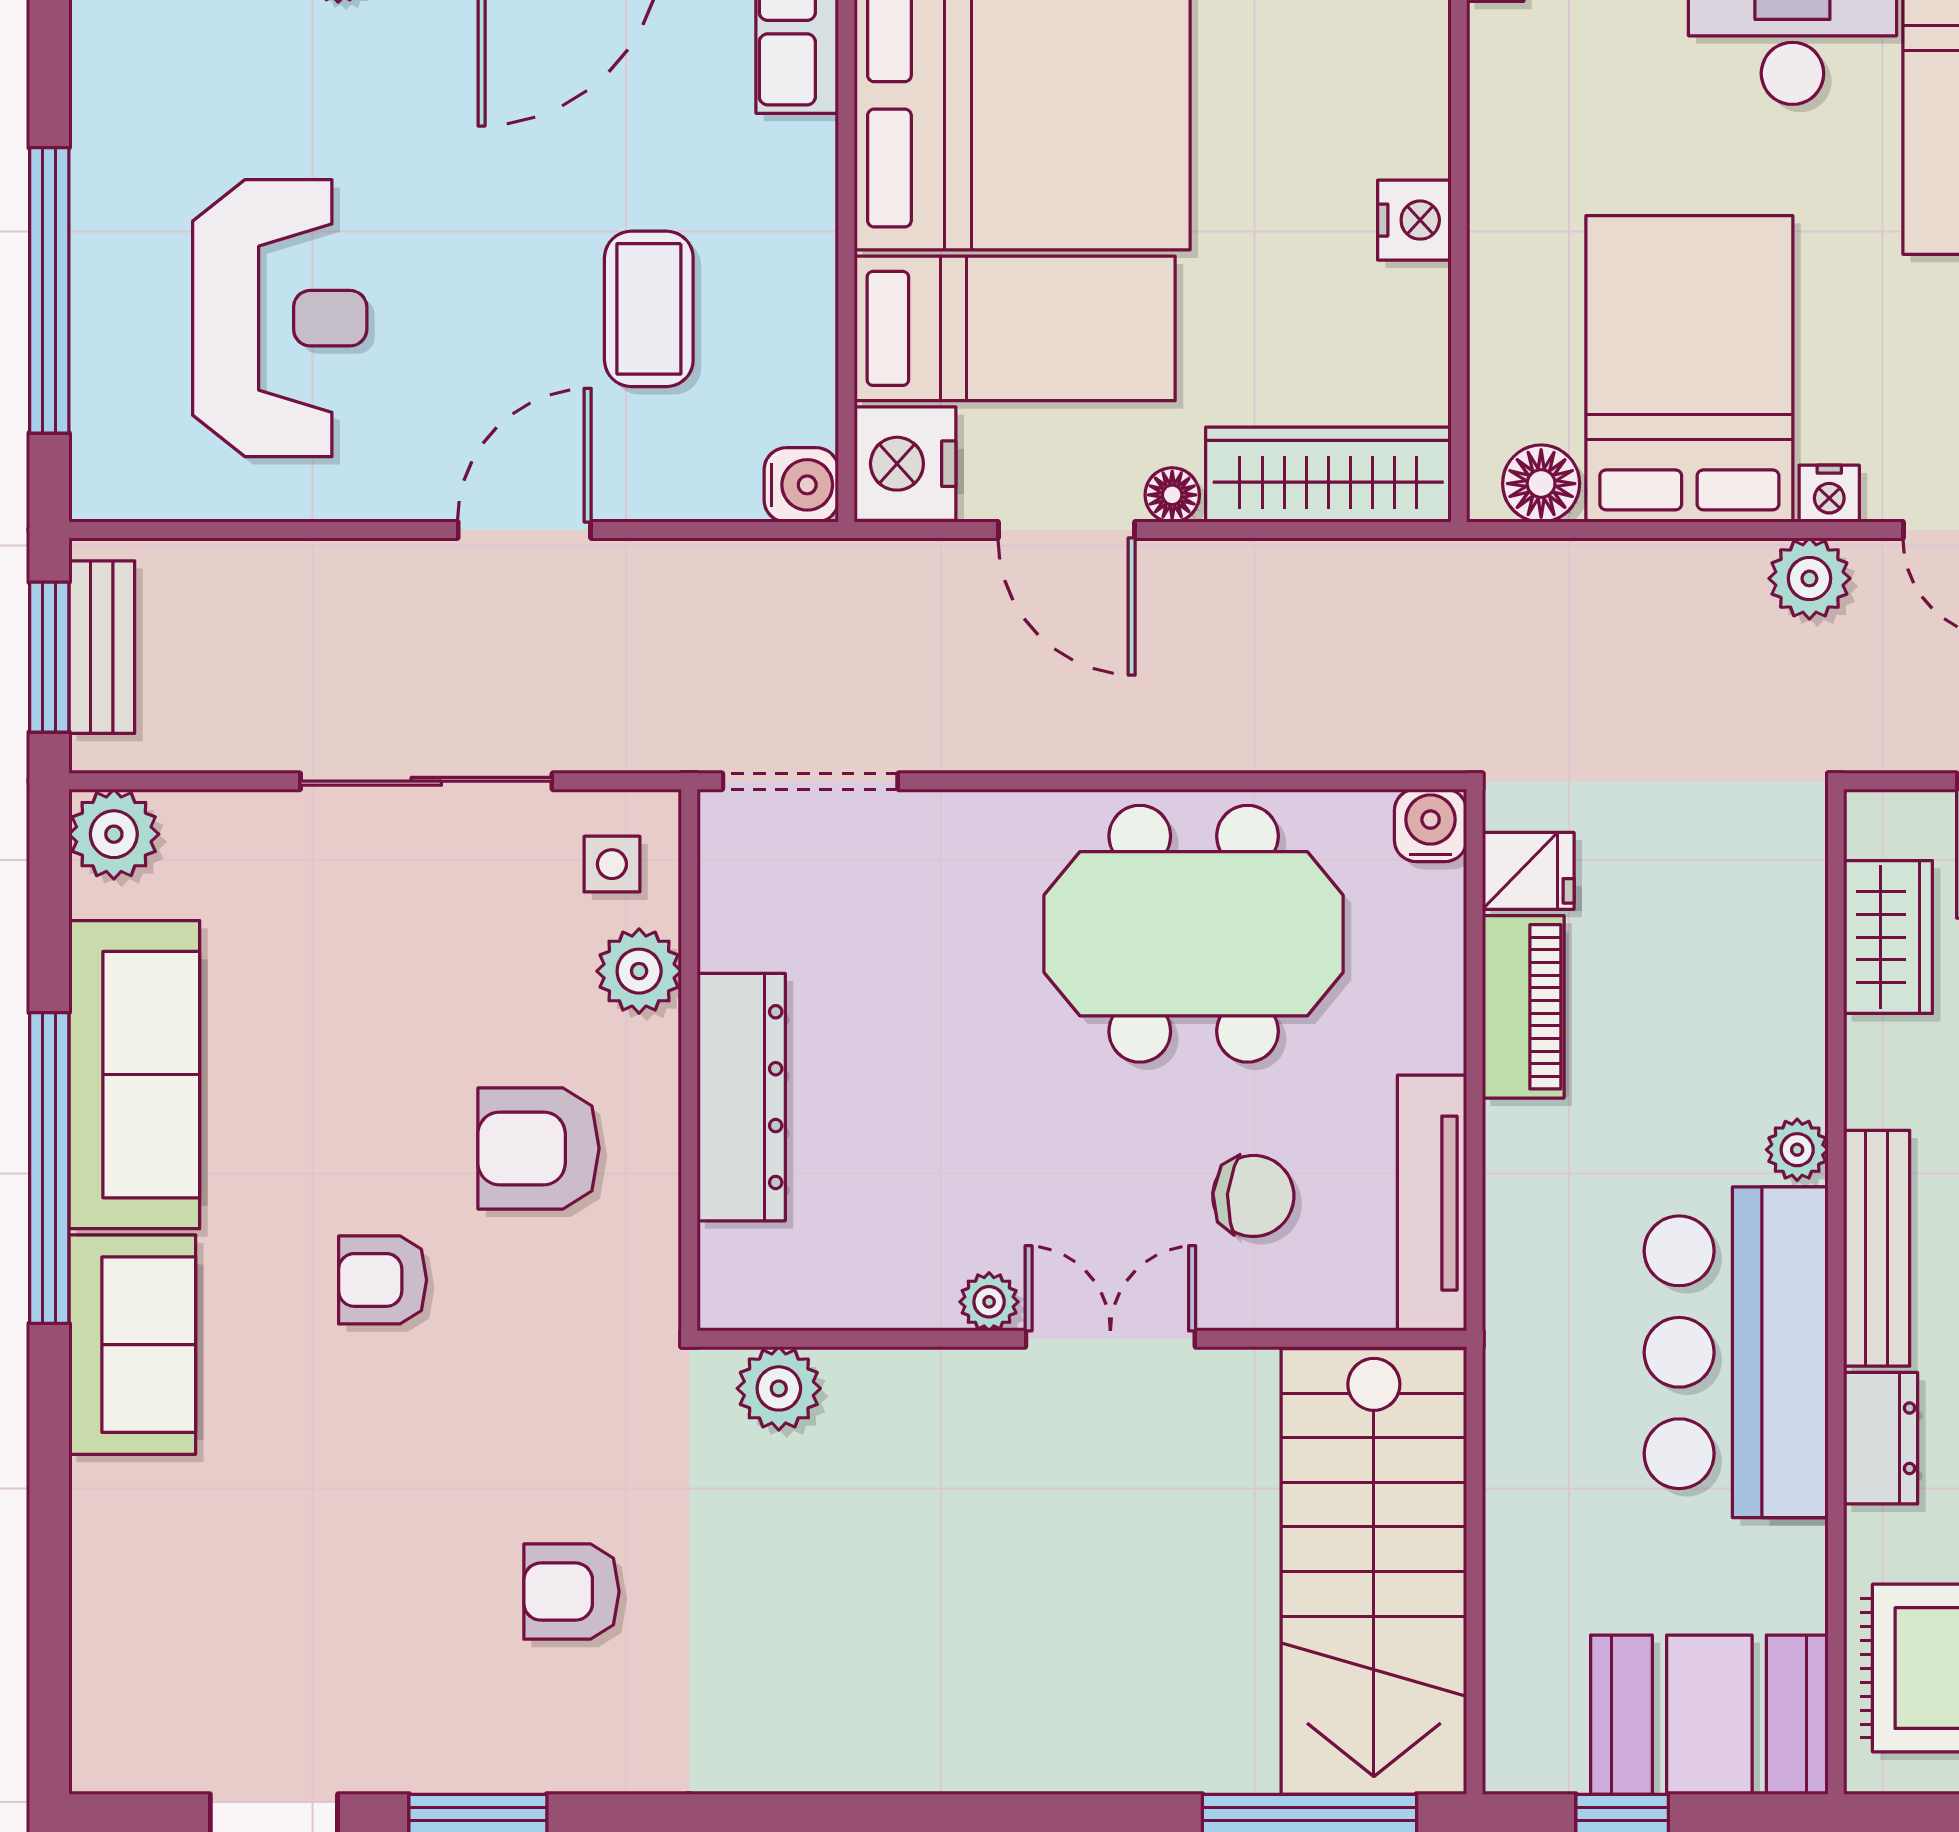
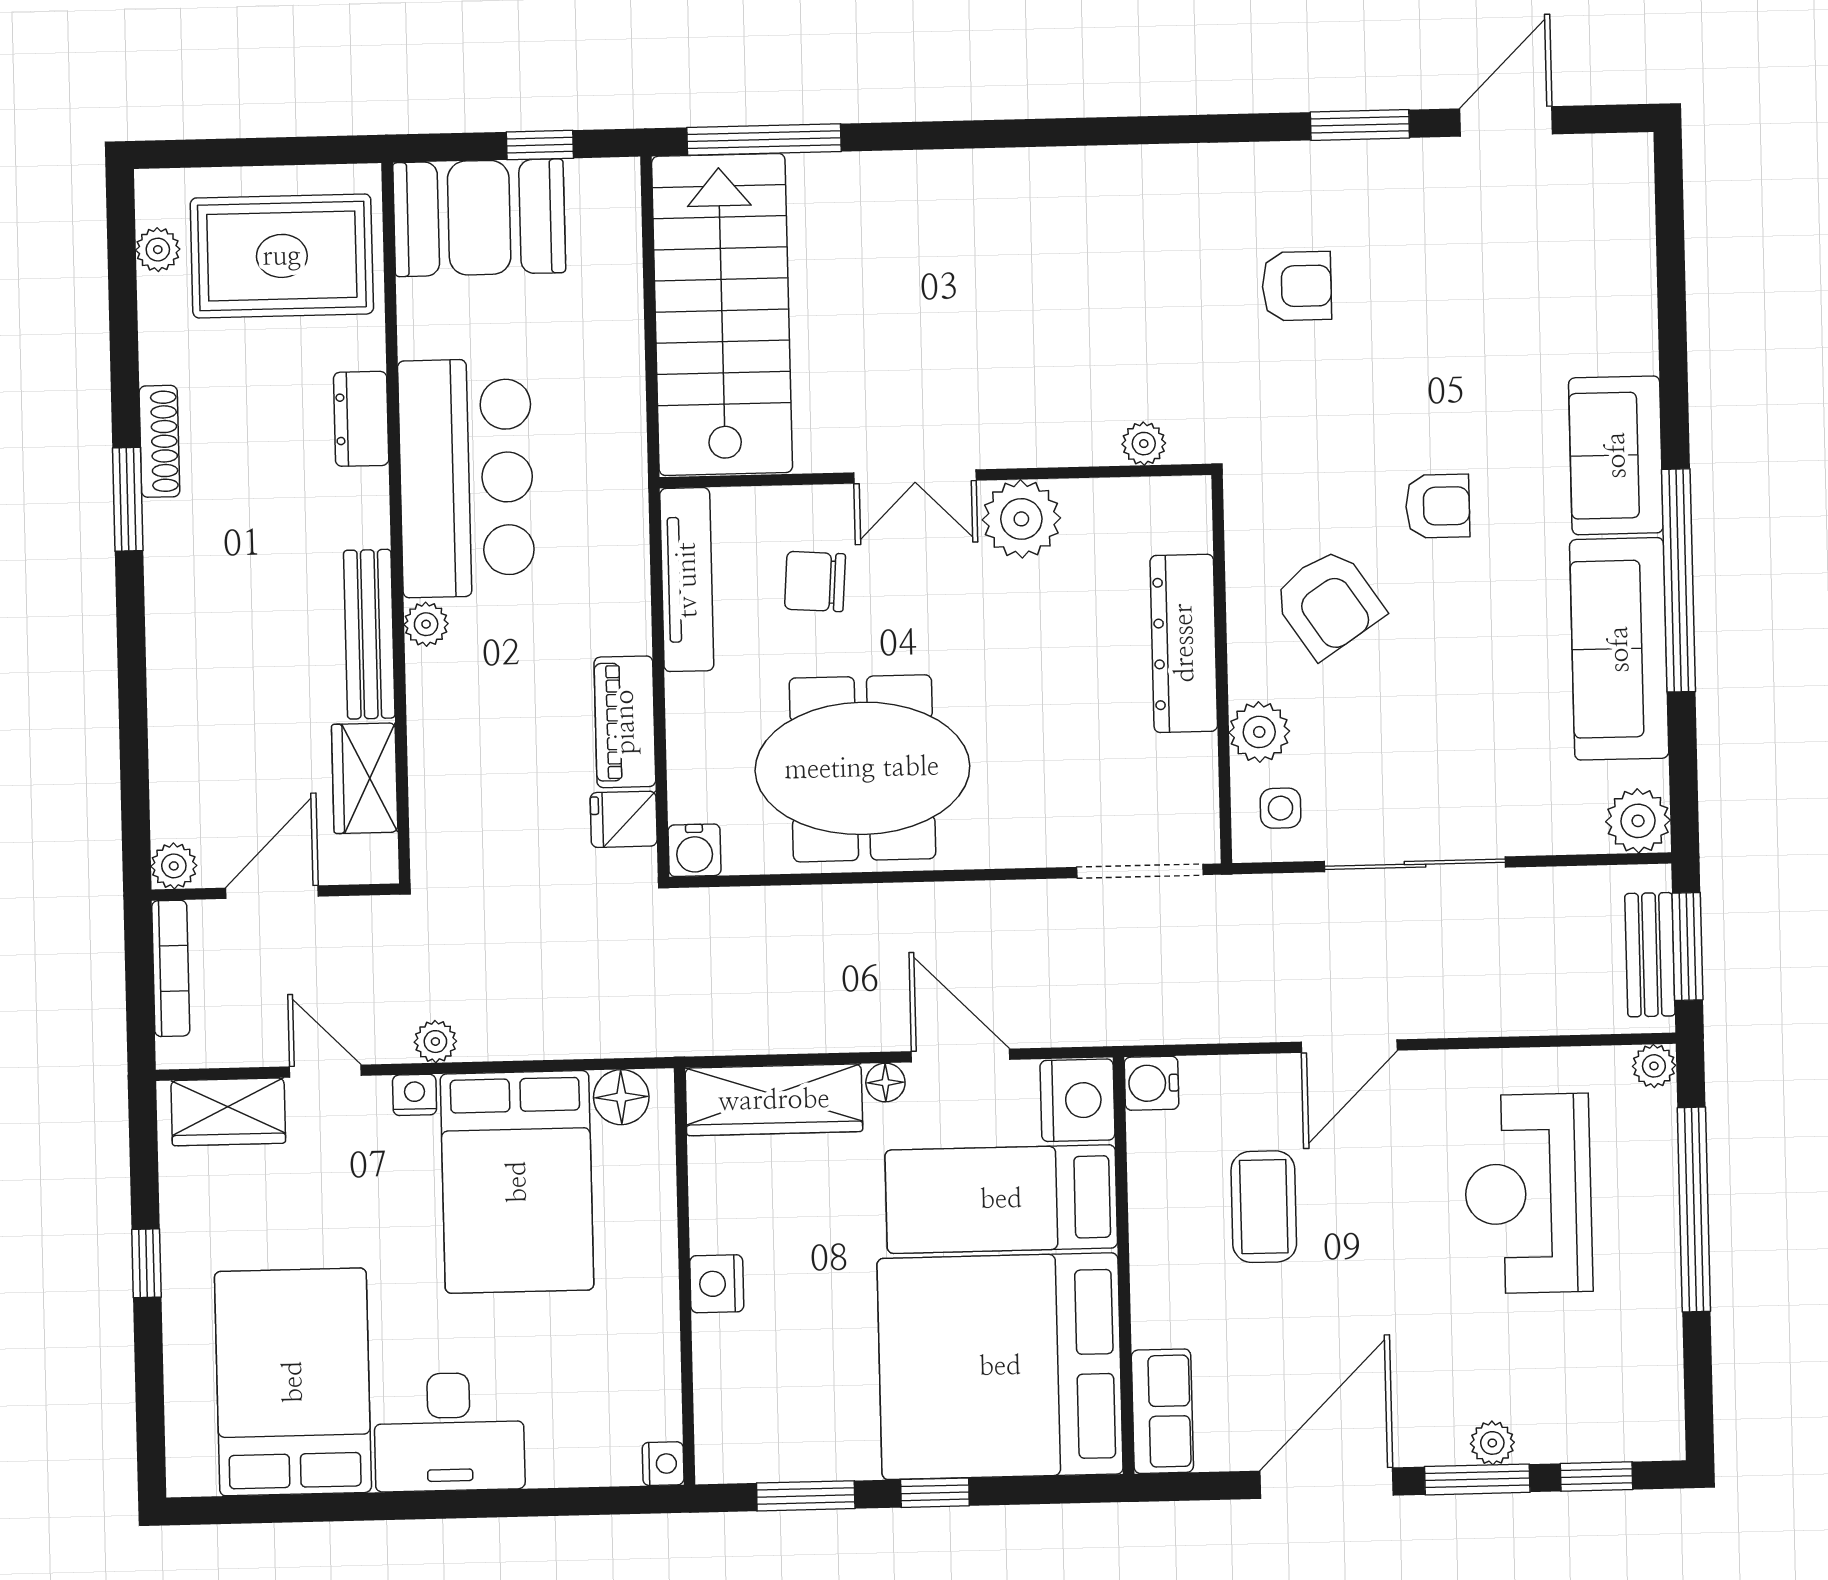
plant: (100, 492) -> (1654, 1066), added
plant: (1809, 578) -> (435, 1042), width x0.73, depth x0.73
armchair: (539, 1148) -> (1328, 603), turned 56
bench: (1877, 1248) -> (369, 634), moved
plant: (989, 1302) -> (1021, 519), width x1.88, depth x1.88
plant: (779, 1388) -> (1144, 444), width x0.73, depth x0.73

